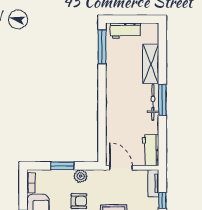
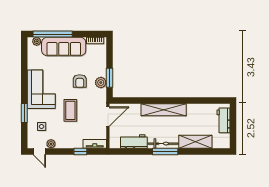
window: (102, 47) -> (210, 100), removed
shelving: (113, 102) -> (164, 110), added
workbench: (151, 150) -> (134, 141), moved
window: (62, 166) -> (109, 78), moved

